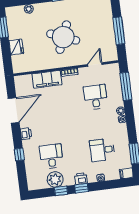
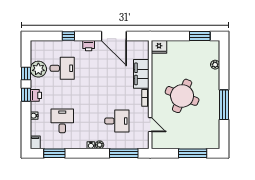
window: (119, 31) -> (193, 153), moved
fridge: (16, 47) -> (159, 47), moved

